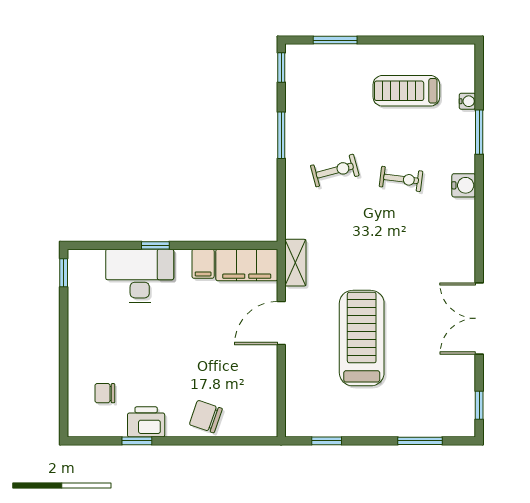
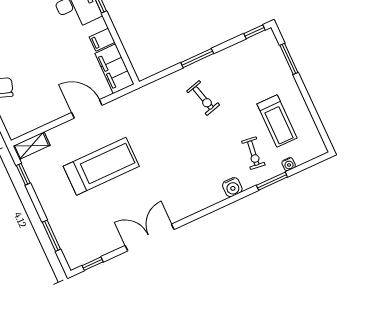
treadmill: (406, 91) -> (277, 121), turned 180
window: (281, 135) -> (197, 58), moved
exercise bike: (401, 179) -> (253, 153), moved
shelving: (295, 263) -> (32, 146), moved

